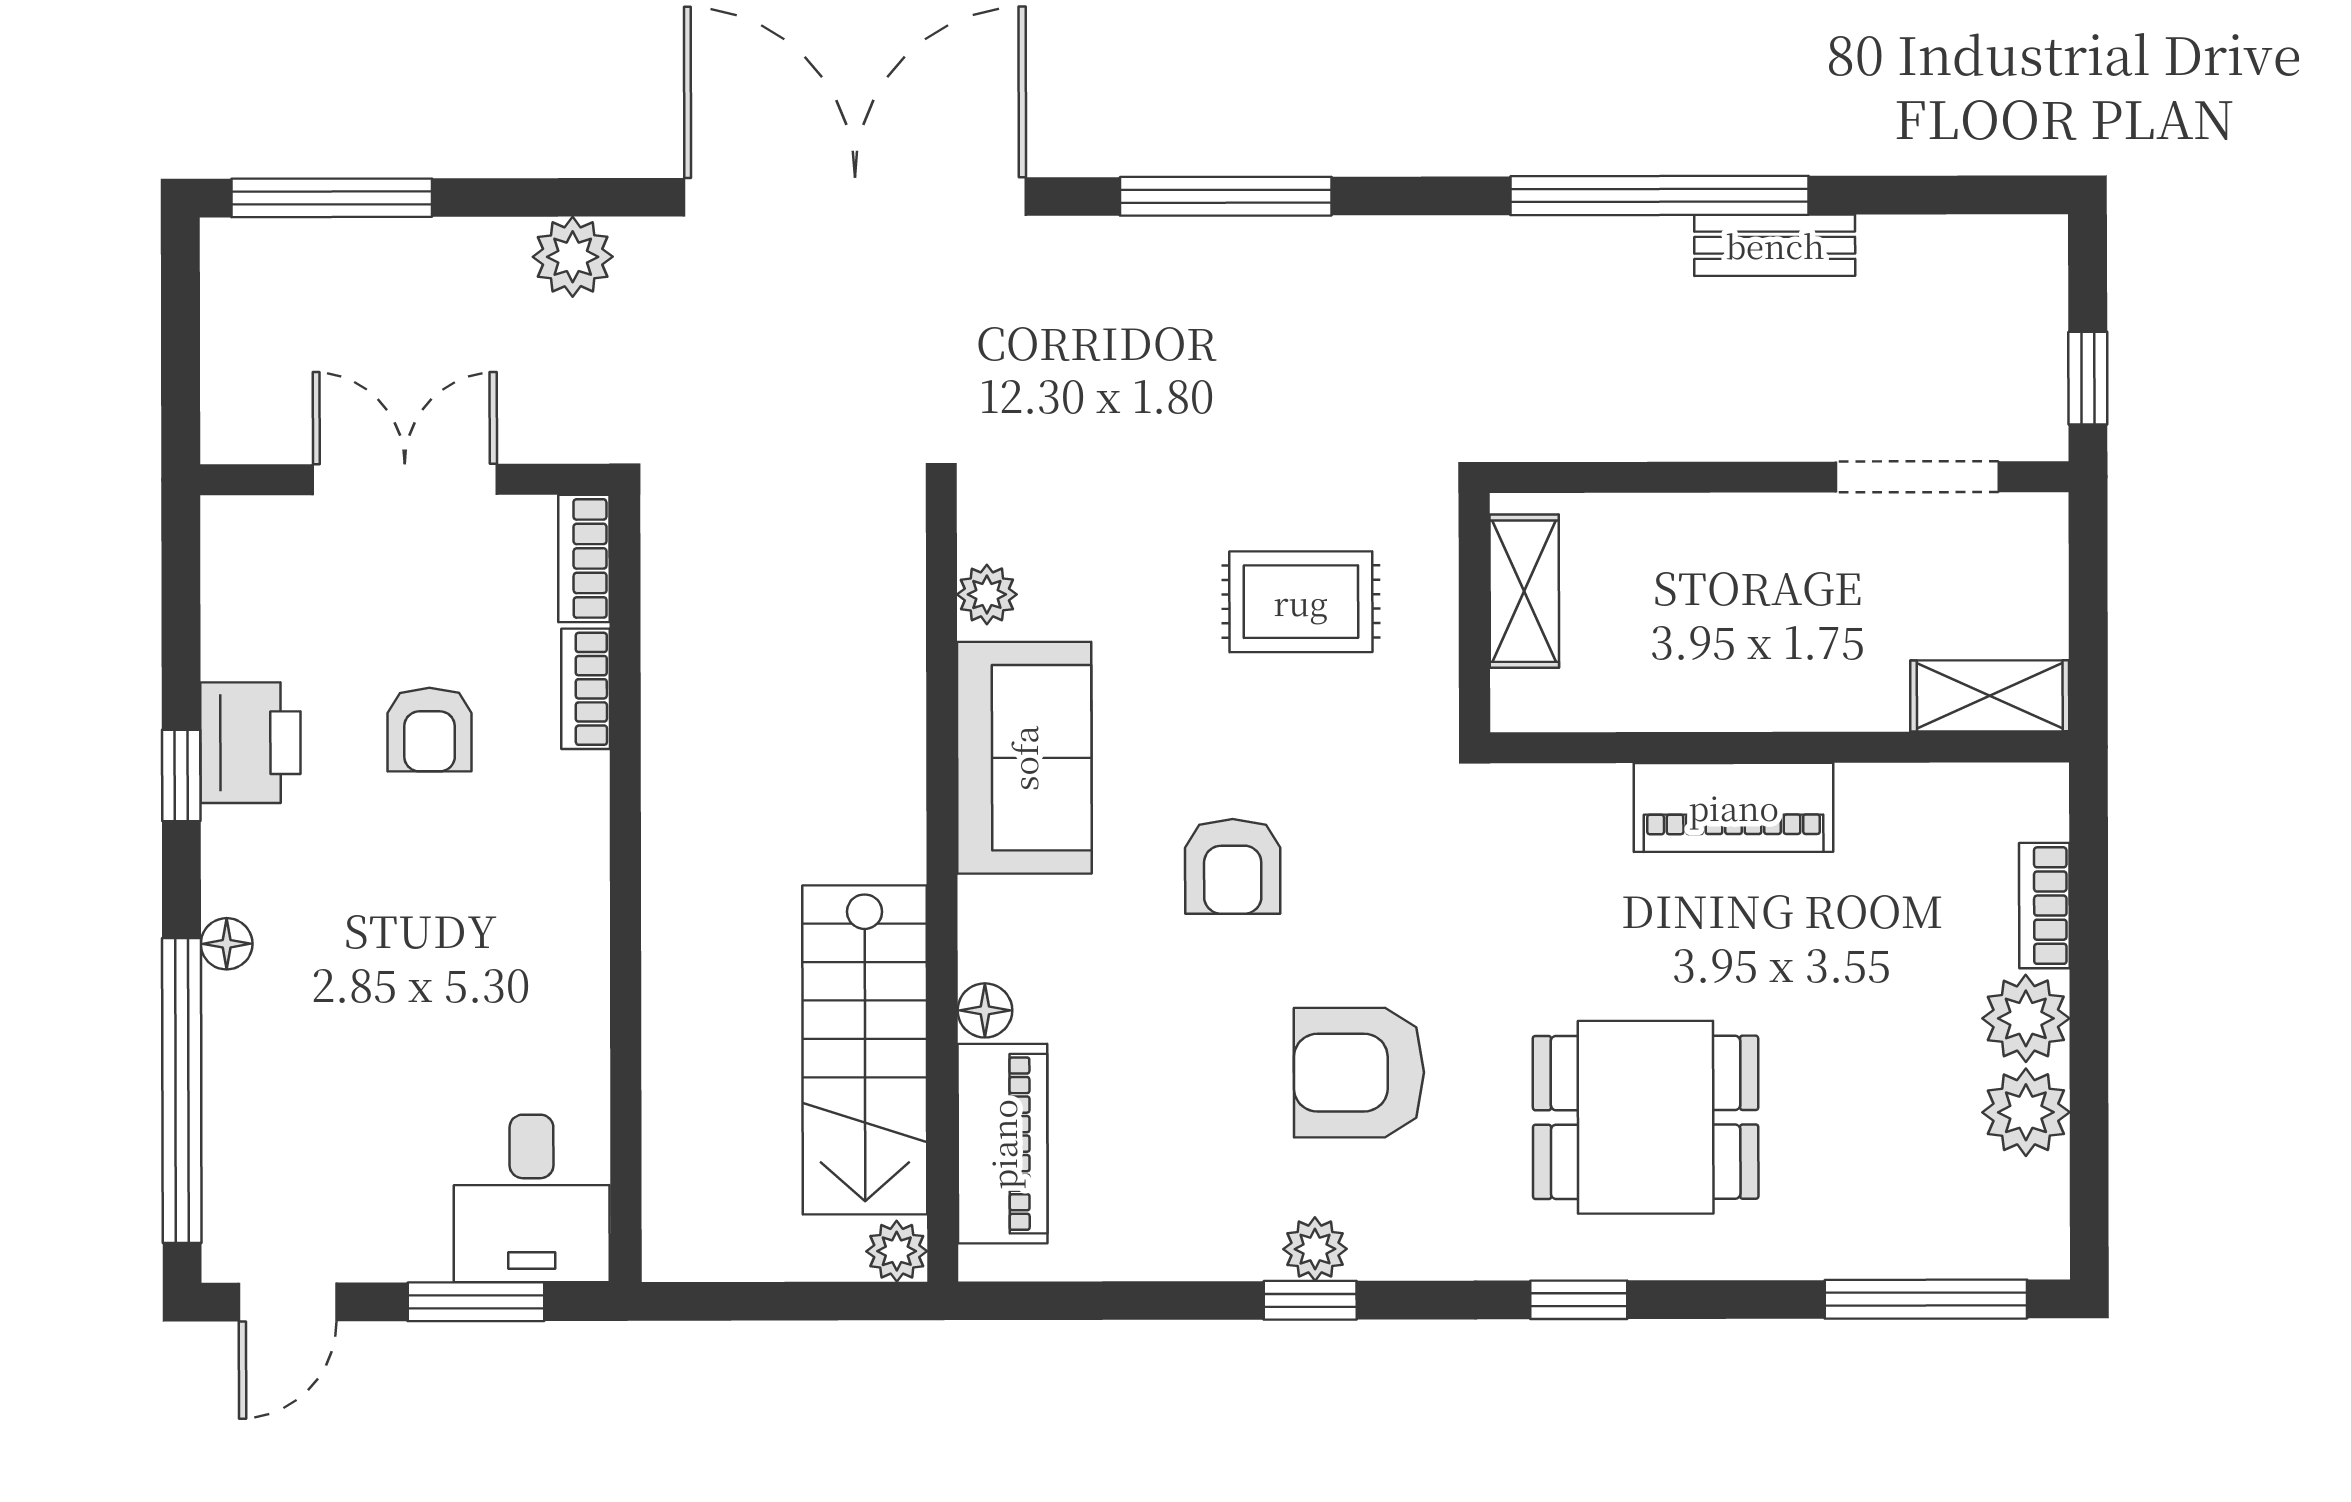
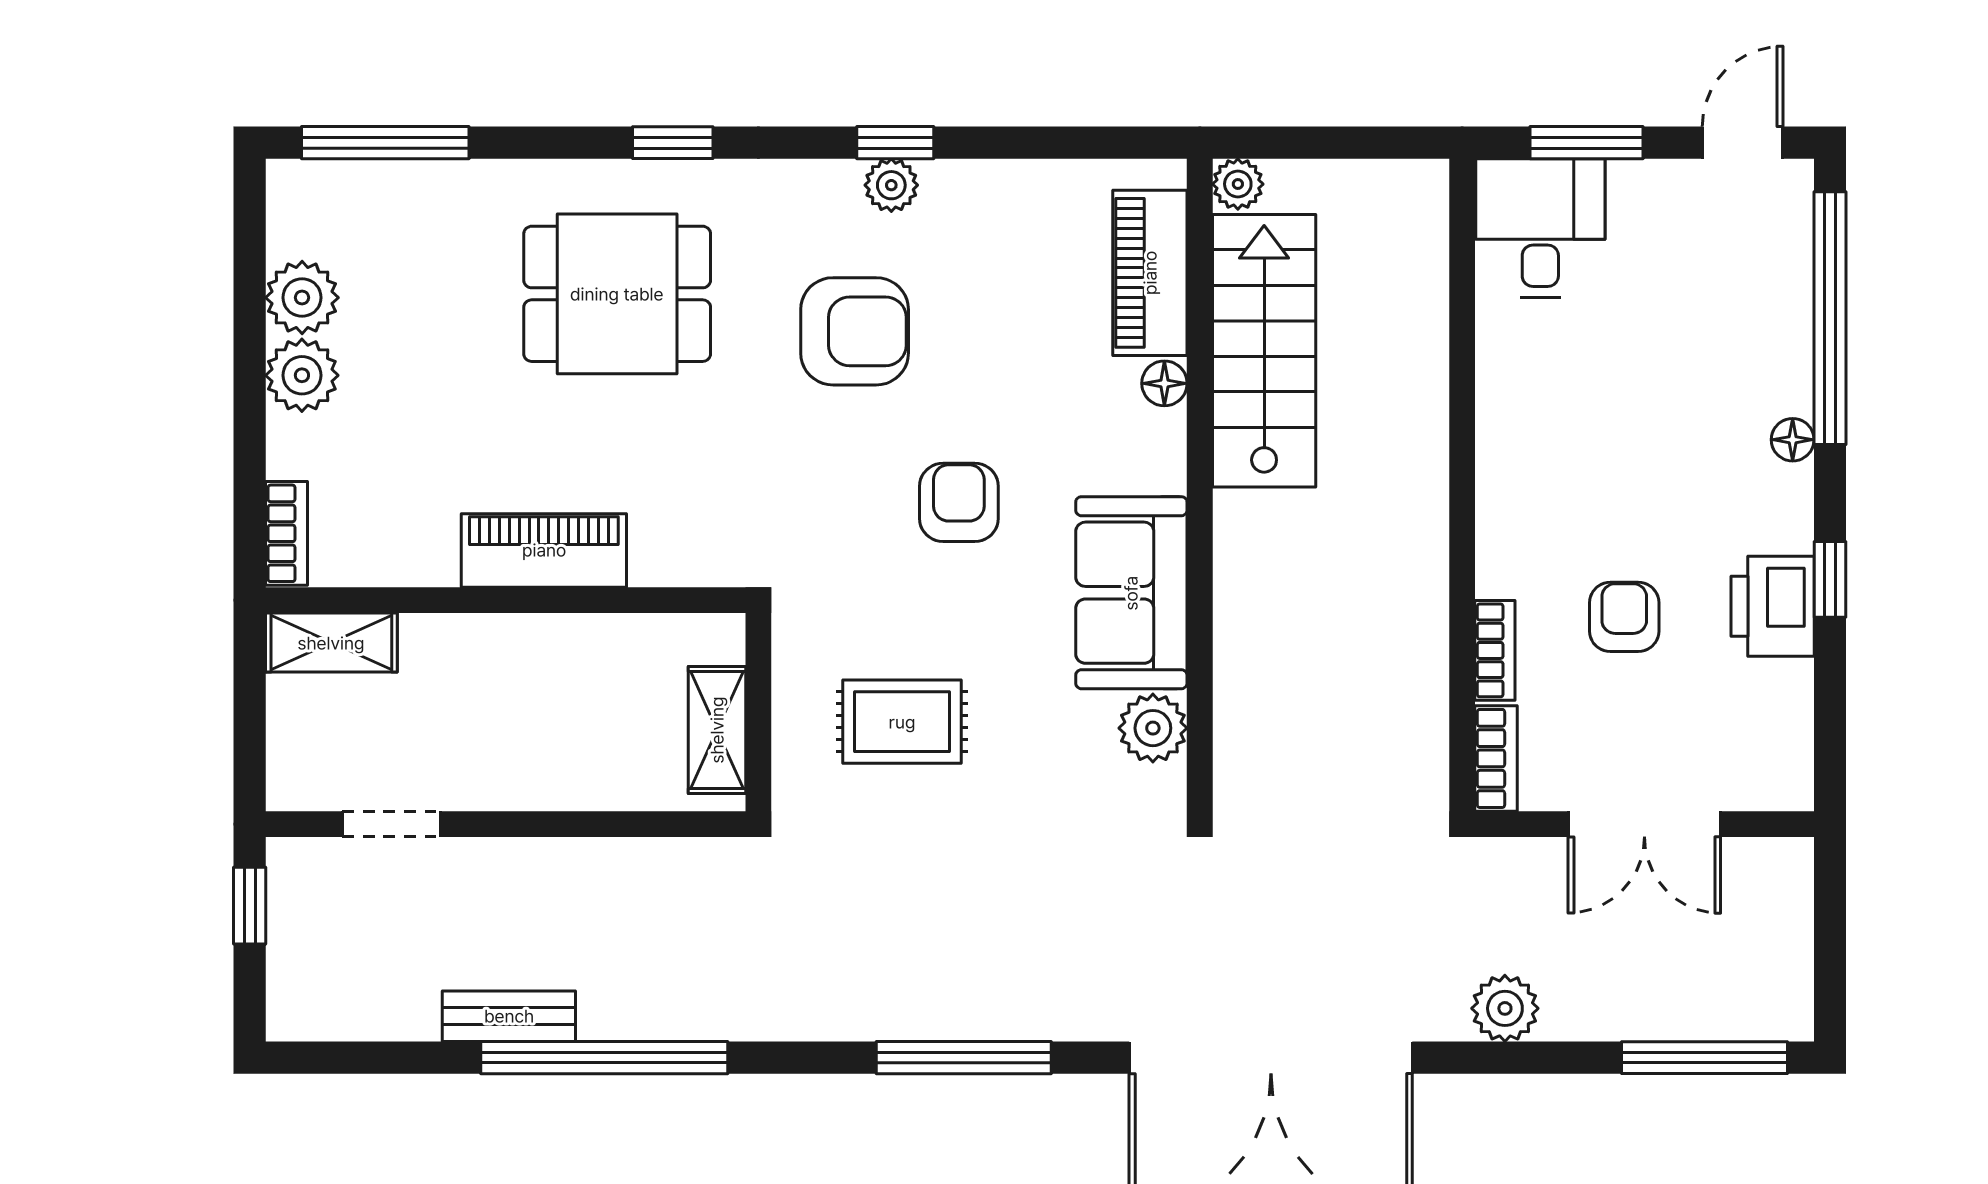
doorway: (1917, 477) -> (391, 824), width x0.73
plant: (987, 594) -> (1153, 728), width x1.38, depth x1.38
bookcase: (2044, 906) -> (286, 533), moved

